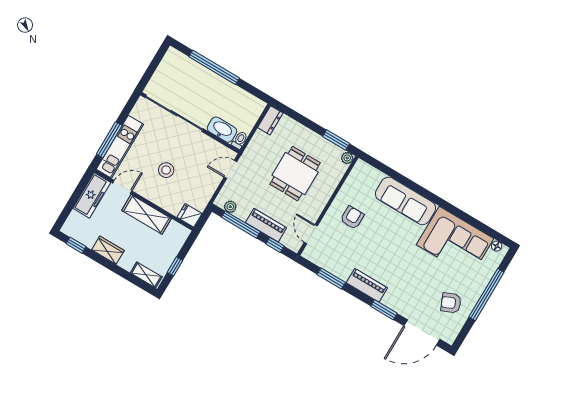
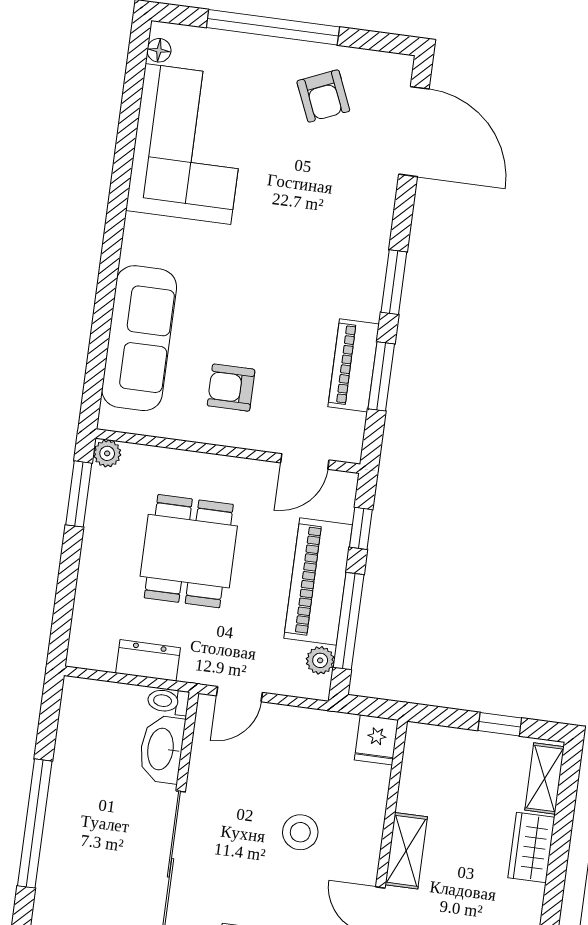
dresser: (270, 120) -> (148, 660), moved
door: (231, 169) -> (239, 694), hinge flipped
dining table: (295, 174) -> (189, 551), turned 90
sofa: (405, 201) -> (139, 338), moved
shelving: (147, 214) -> (406, 851), width x0.67, depth x0.75
piano: (266, 225) -> (318, 581), width x1.37, depth x1.33
wardrobe: (108, 250) -> (531, 848), moved
piano: (367, 285) -> (354, 365), moved
window: (384, 310) -> (394, 282), moved

